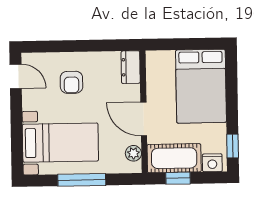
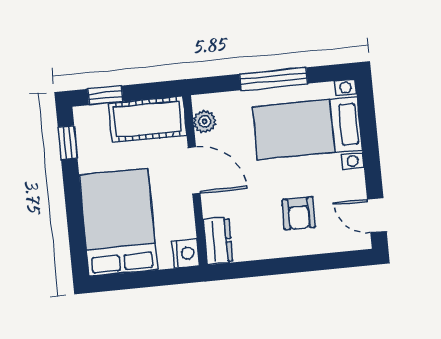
armchair: (71, 82) -> (299, 213), turned 180
nightstand: (212, 163) -> (186, 253), moved, turned 90
window: (178, 178) -> (105, 95), moved

